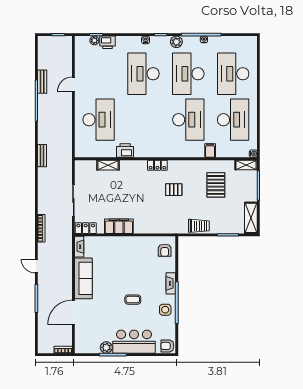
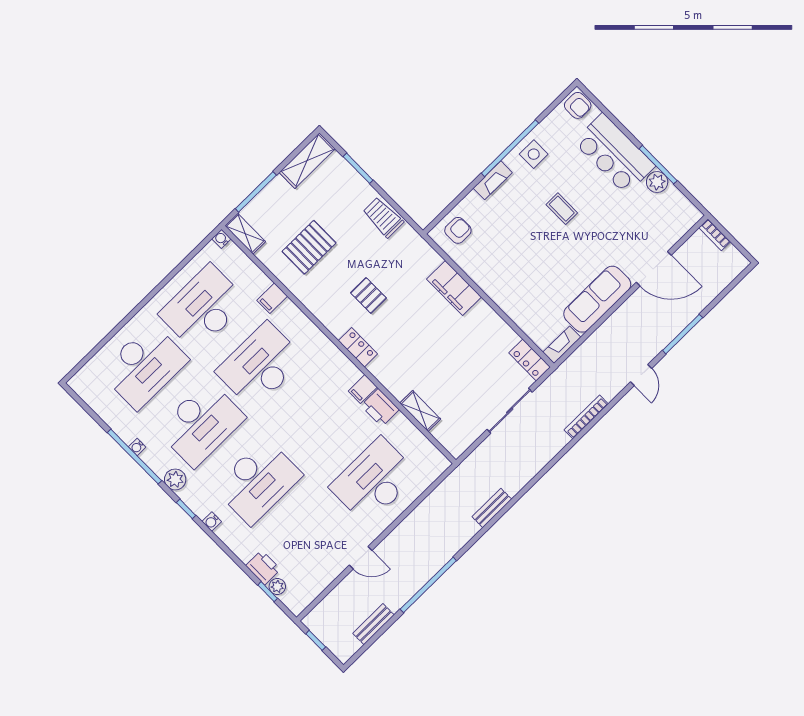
bench: (42, 82) -> (374, 624), moved
filing cabinet: (139, 151) -> (363, 389), added
filing cabinet: (119, 226) -> (454, 288), moved

